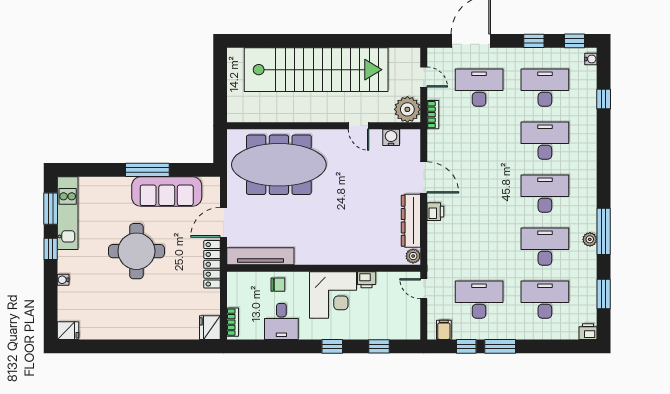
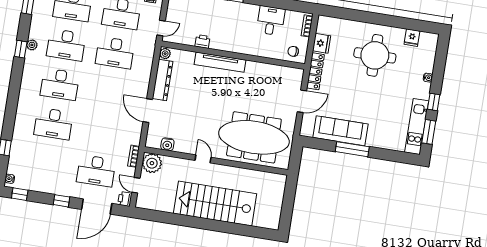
window: (534, 41) -> (61, 201), moved
stairs: (316, 70) -> (215, 204), width x0.73
desk: (545, 88) -> (115, 53), moved
door: (358, 126) -> (203, 159), moved
printer: (435, 212) -> (125, 199), moved
window: (604, 231) -> (21, 49), width x0.46
round table: (136, 251) -> (375, 55), moved
tv unit: (260, 256) -> (220, 62), moved
chair: (278, 285) -> (293, 51), moved
door: (424, 289) -> (161, 28), hinge flipped
corner desk: (333, 295) -> (229, 34), removed
fridge: (210, 328) -> (322, 43), moved
fridge: (68, 331) -> (412, 38), moved, turned -90

